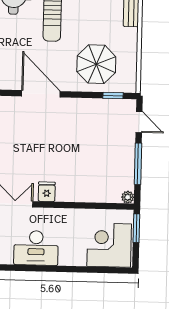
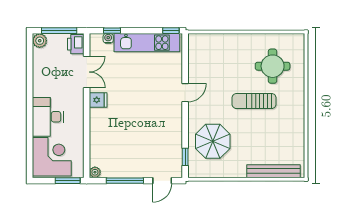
door: (41, 94) -> (185, 93), width x0.53
desk: (36, 248) -> (48, 117), moved

